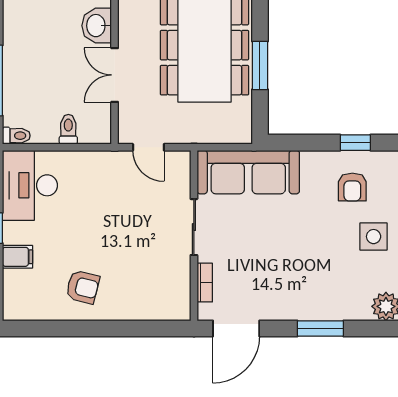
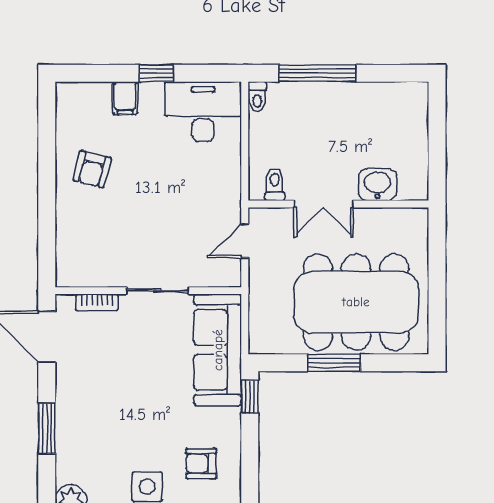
double door: (115, 75) -> (323, 204), swing flipped
toilet: (68, 129) -> (275, 184), moved, turned -90
window: (355, 143) -> (250, 396), moved

